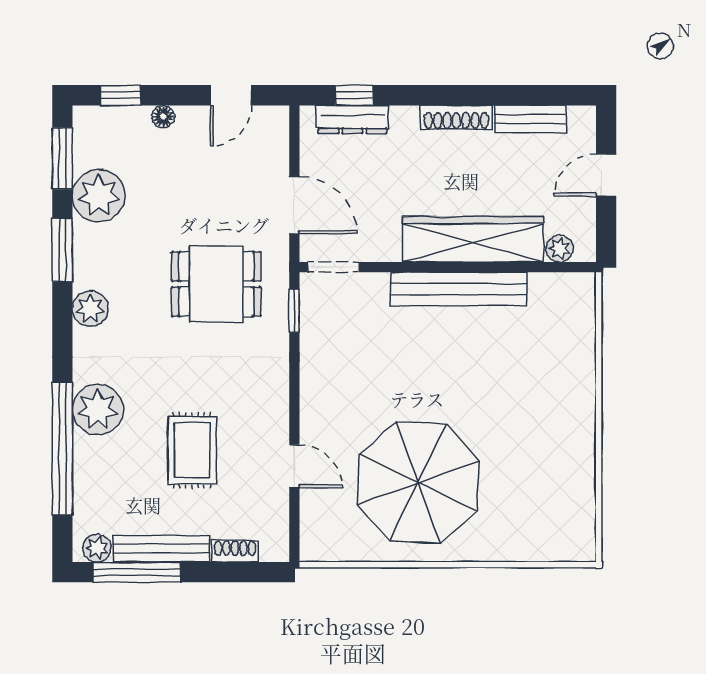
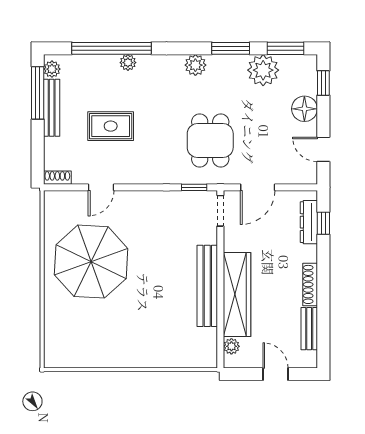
floor lamp: (163, 117) -> (304, 109), width x1.89, depth x1.89
plant: (98, 409) -> (128, 63), width x0.53, depth x0.53
shoe rack: (235, 551) -> (57, 178), moved, turned -90

